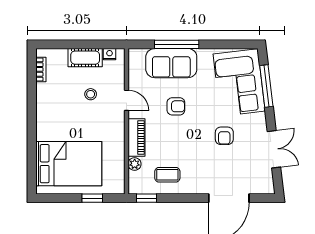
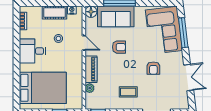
floor lamp: (136, 57) -> (91, 12), added
desk: (54, 112) -> (33, 51), added
coffee table: (167, 175) -> (128, 92), moved

